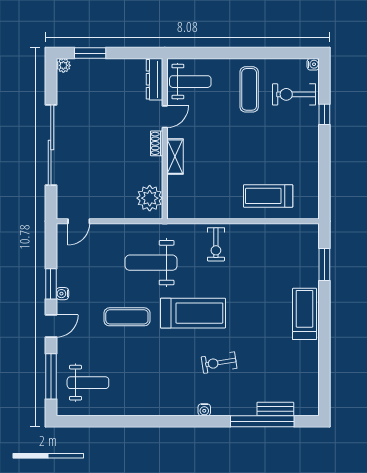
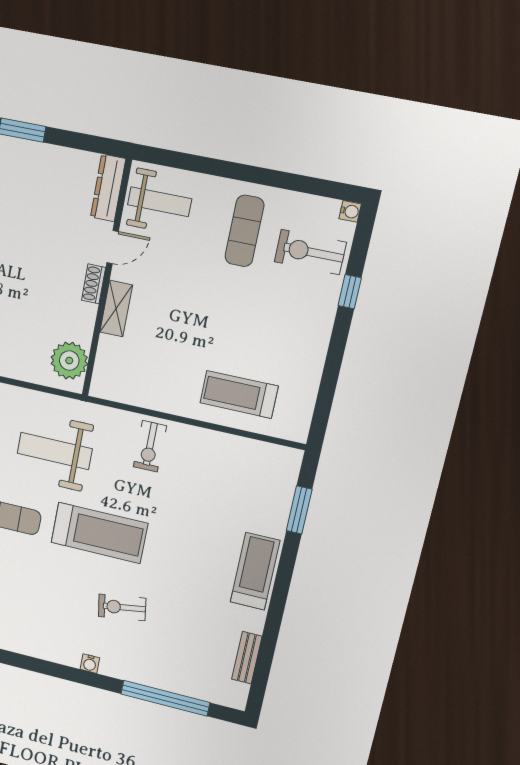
bench: (275, 409) -> (247, 658), moved, turned 90

